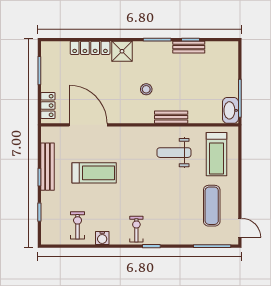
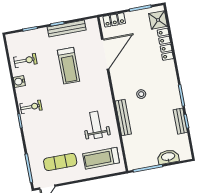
shower: (122, 51) -> (158, 20), moved
washbasin: (230, 110) -> (168, 157), moved
bench: (171, 117) -> (123, 118), width x1.36

